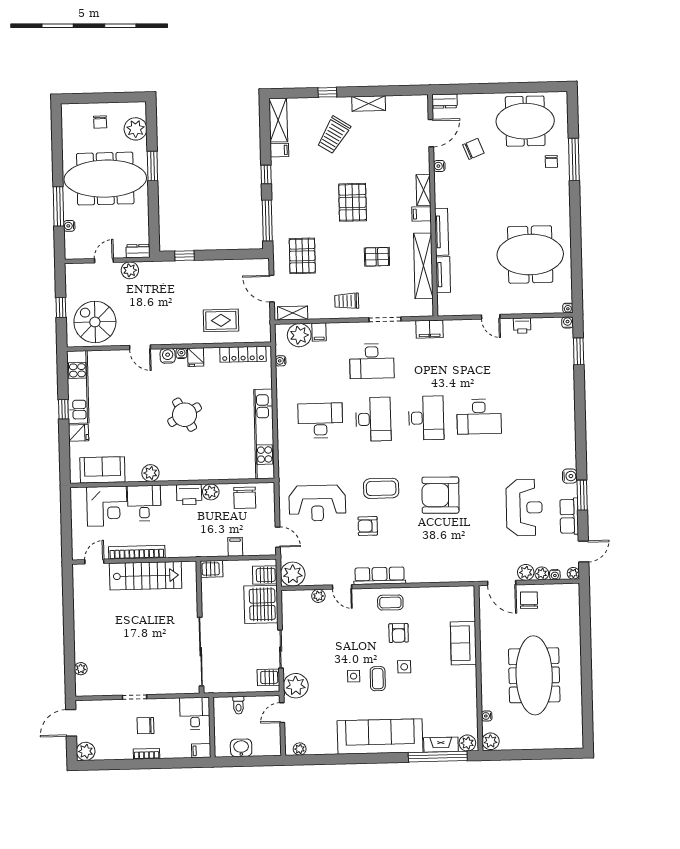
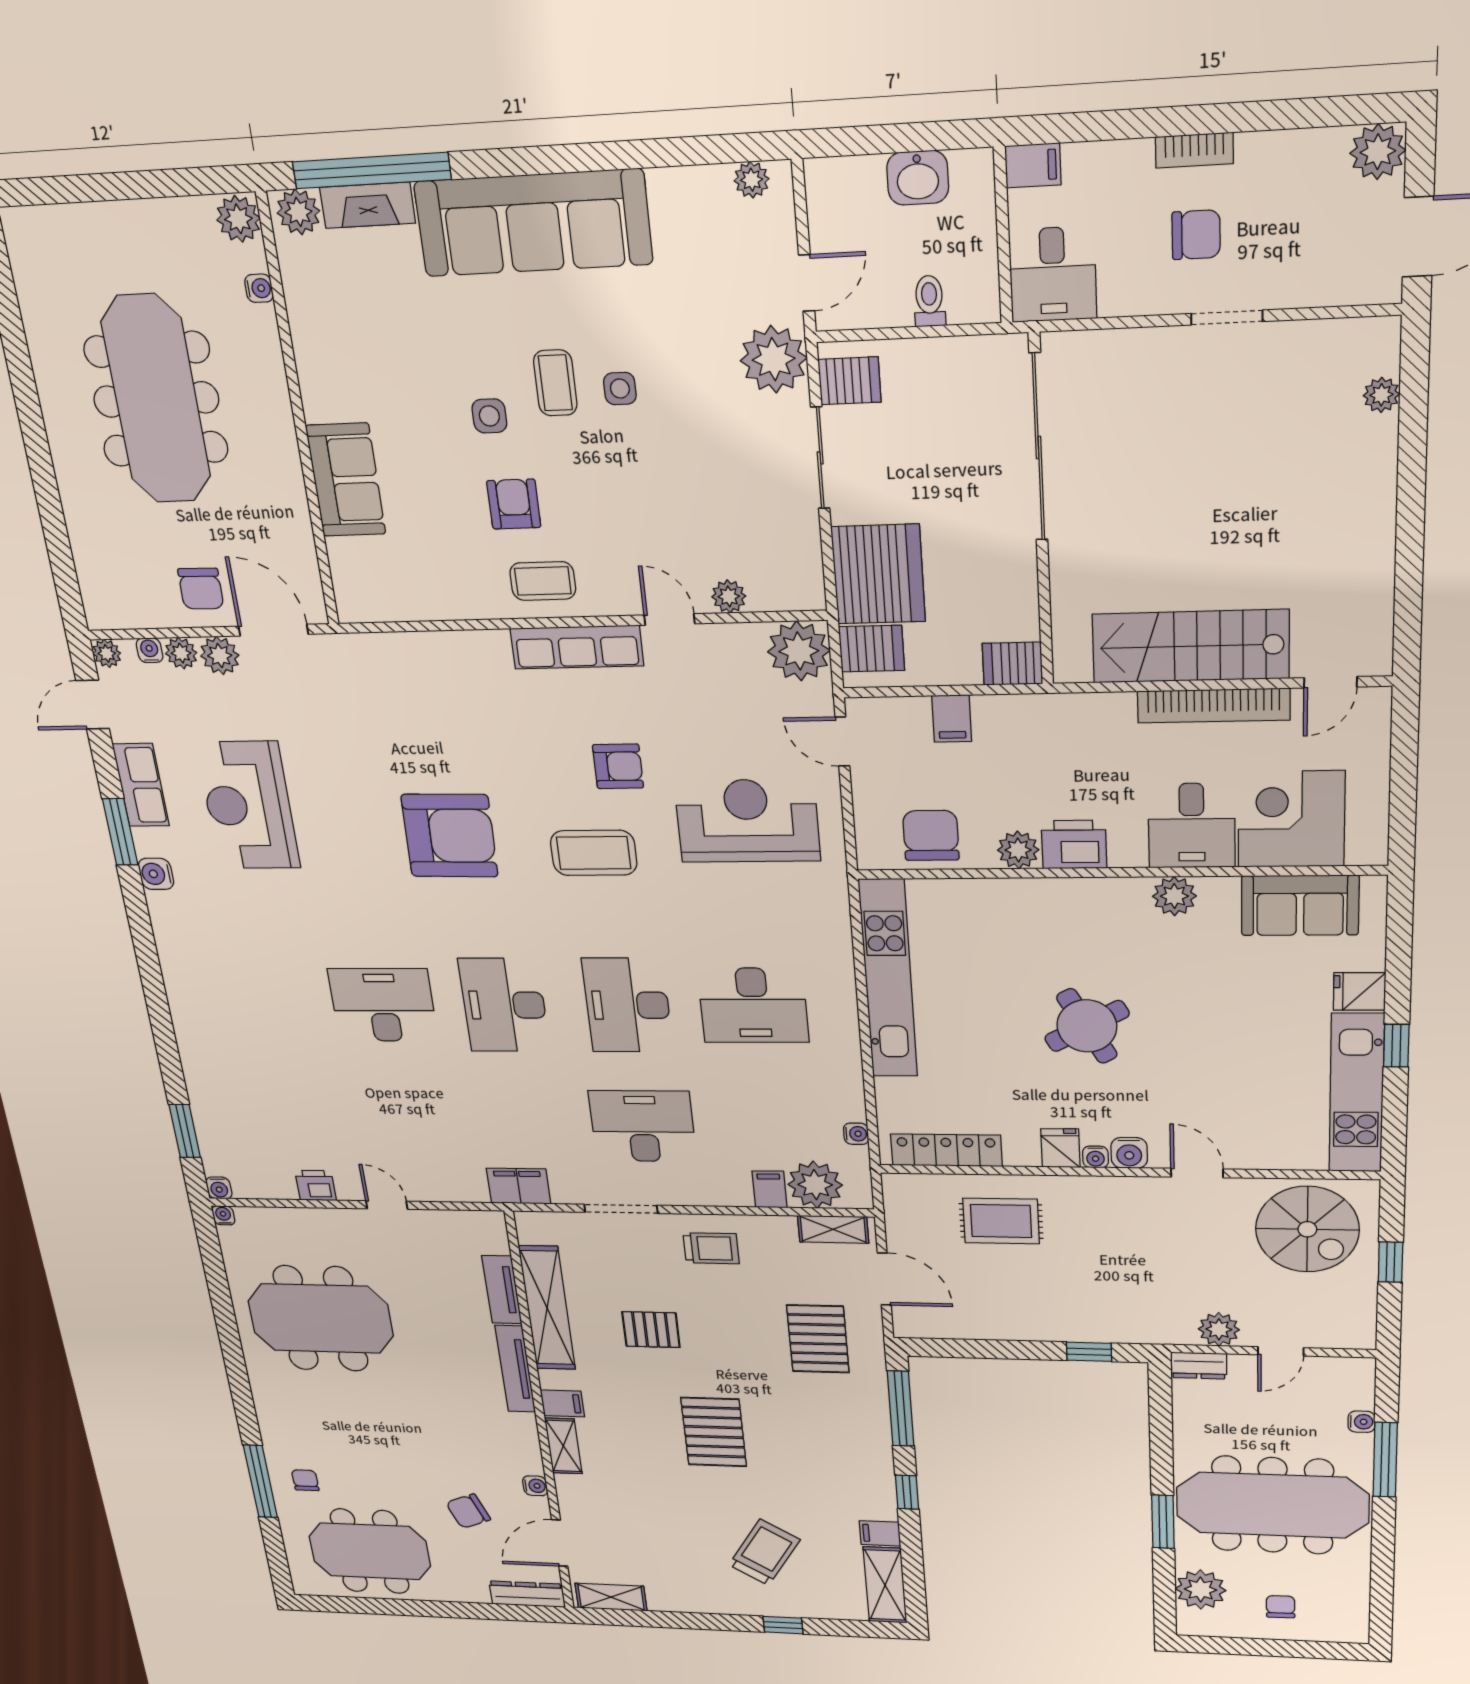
dresser: (445, 101) -> (527, 1594), width x1.44
shelving: (369, 103) -> (611, 1597), moved

